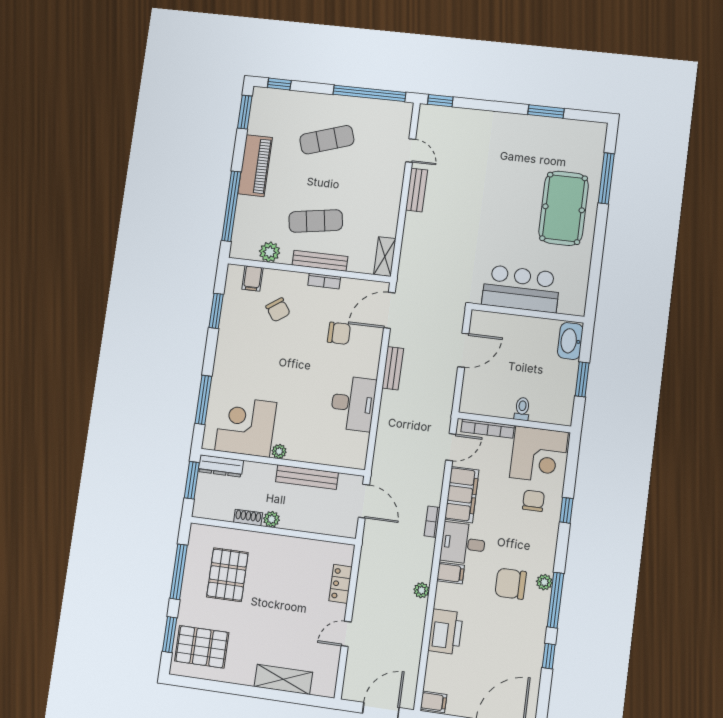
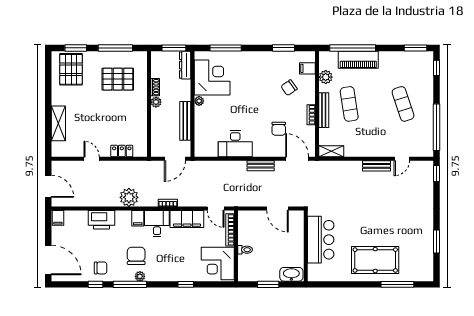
piano: (255, 166) -> (358, 60), moved
chair: (533, 501) -> (101, 268), moved
plant: (421, 590) -> (129, 197), width x1.87, depth x1.87

